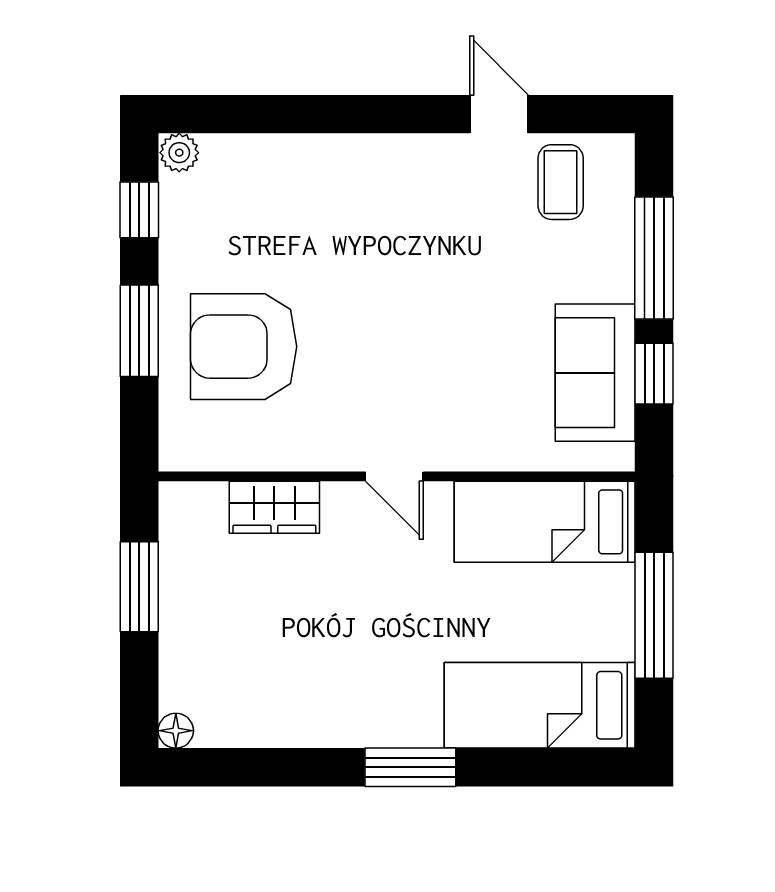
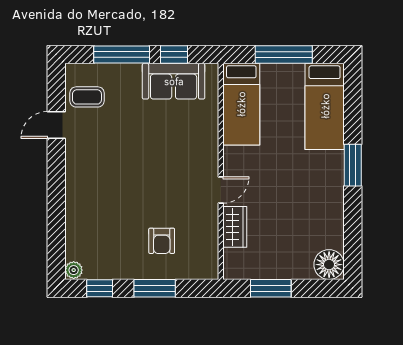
armchair: (244, 347) -> (162, 241), width x0.53, depth x0.53
door: (394, 476) -> (221, 190), moved
floor lamp: (176, 731) -> (329, 265), width x1.89, depth x1.89

